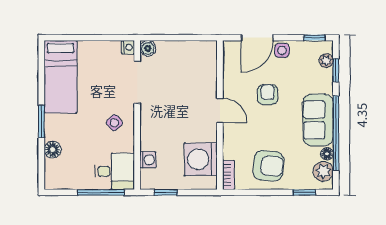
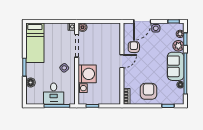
armchair: (268, 95) -> (134, 47), moved
door: (220, 111) -> (122, 61), hinge flipped
washing machine: (201, 159) -> (87, 74), moved, turned 180
armchair: (268, 166) -> (148, 91), turned -95
desk: (115, 171) -> (54, 94), moved, turned 90
plant: (323, 171) -> (178, 46), moved

